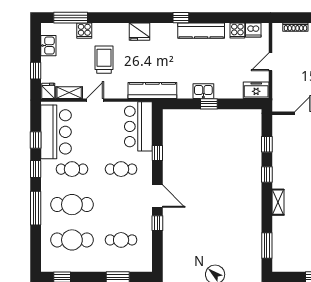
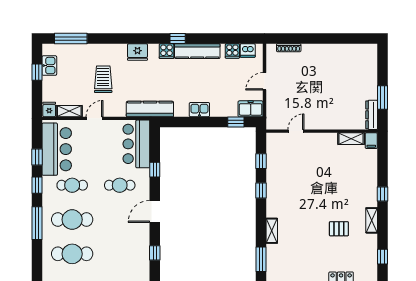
cooker: (84, 31) -> (166, 51), moved
window: (36, 71) -> (37, 72), moved
window: (209, 104) -> (236, 122), moved
door: (157, 196) -> (155, 211), swing flipped
shelving: (278, 202) -> (272, 231), moved
window: (157, 223) -> (155, 253), moved
cafe table: (121, 240) -> (120, 254), removed

